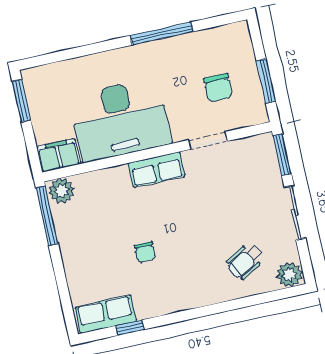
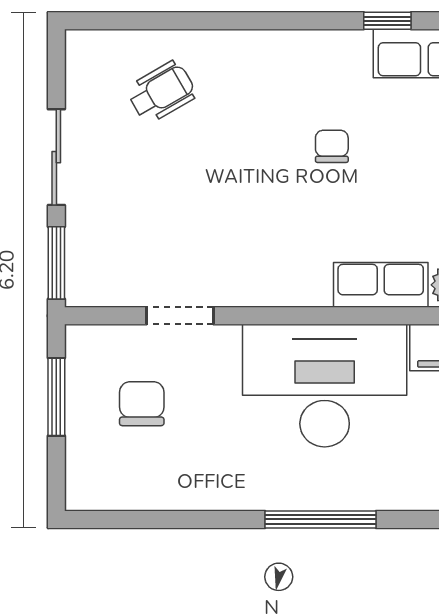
window: (162, 34) -> (320, 519), moved
row of seats: (157, 170) -> (381, 285), moved
plant: (289, 275) -> (90, 52), removed

